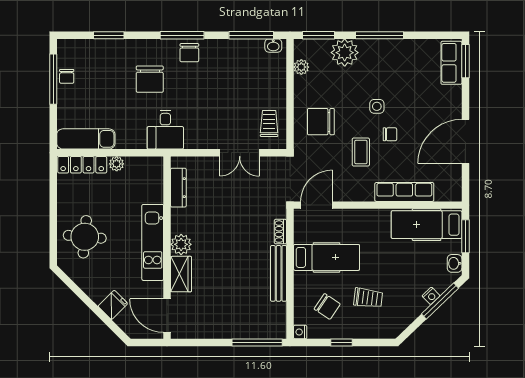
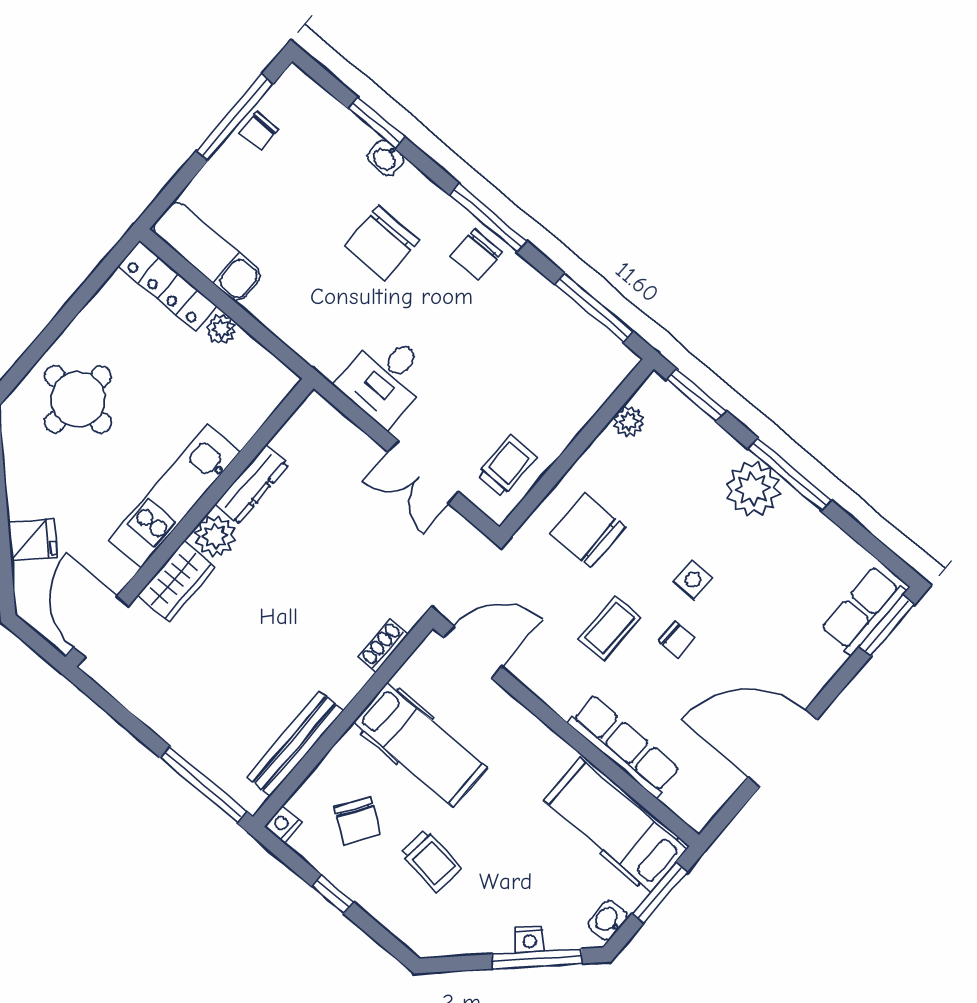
washbasin: (273, 46) -> (386, 158), moved
plant: (345, 53) -> (753, 489), moved
desk: (165, 130) -> (385, 379), moved
dresser: (178, 188) -> (252, 485), moved
bench: (279, 273) -> (295, 744), moved

